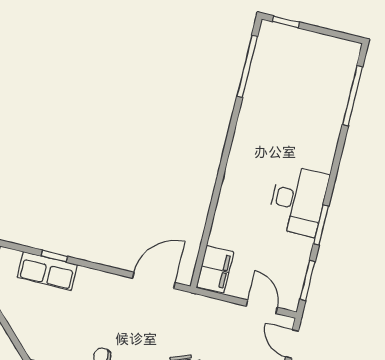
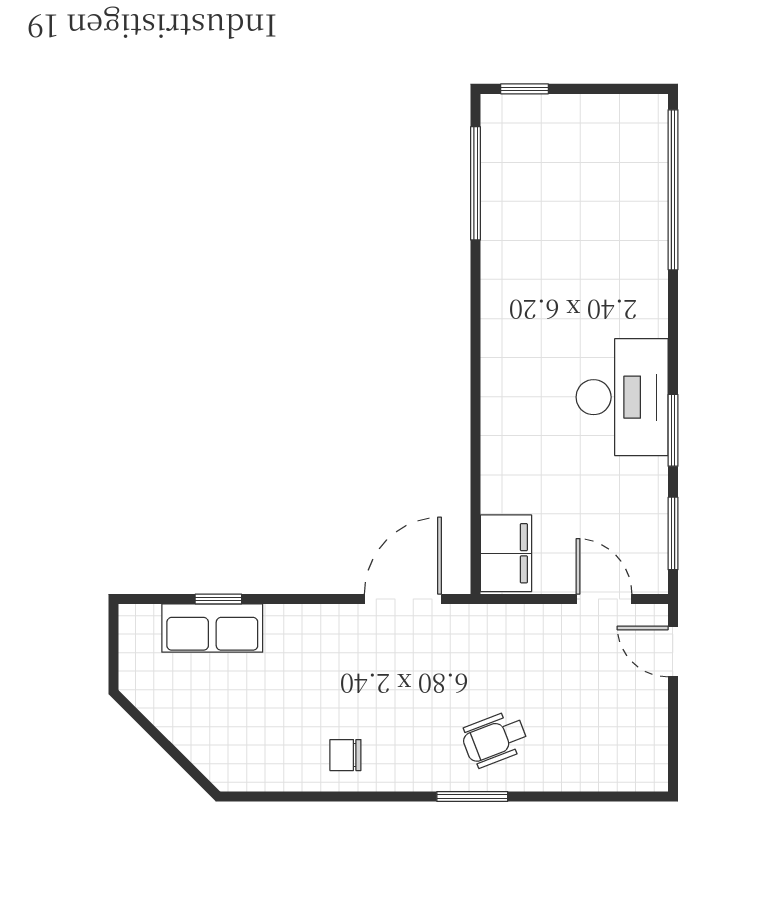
window: (353, 96) -> (673, 190), width x1.46

